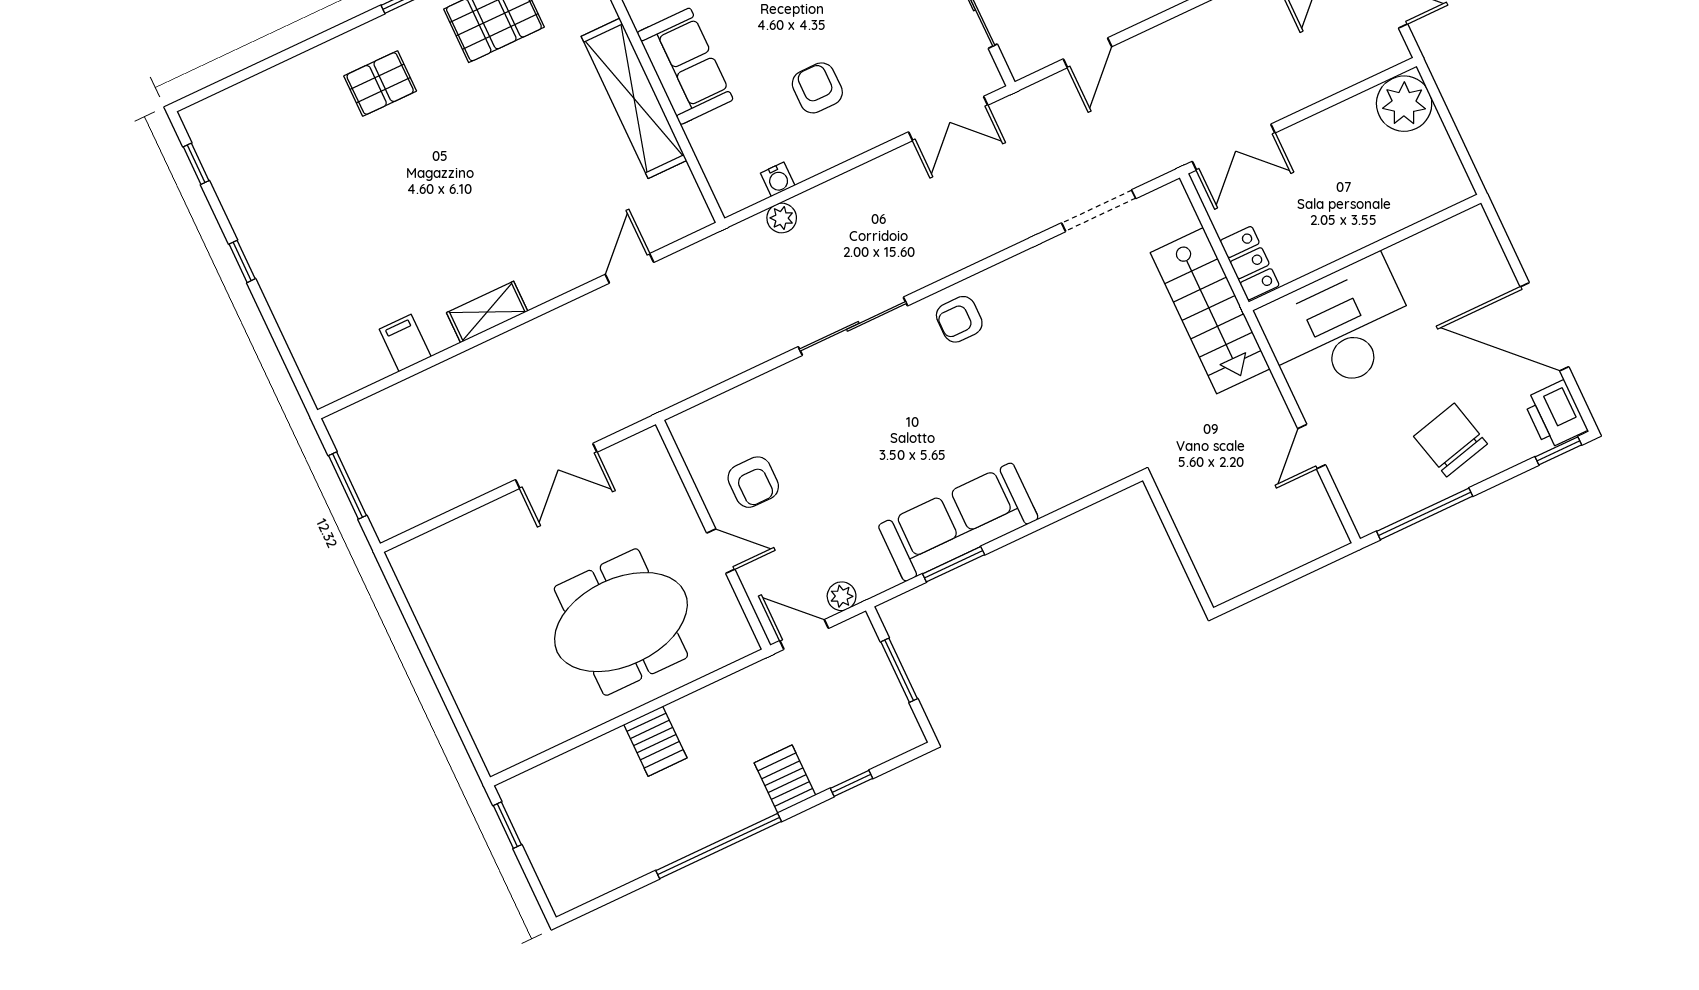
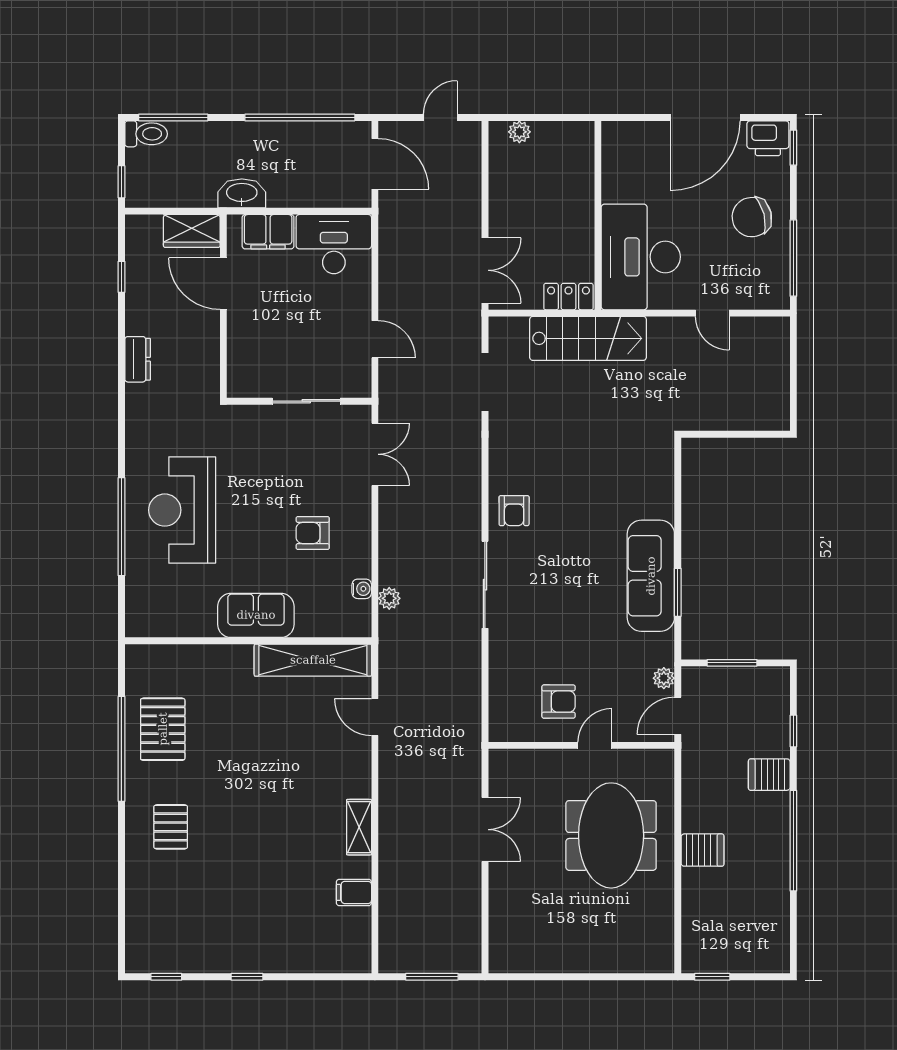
shelving: (634, 98) -> (313, 660), moved
plant: (1404, 104) -> (519, 132), width x0.53, depth x0.53

